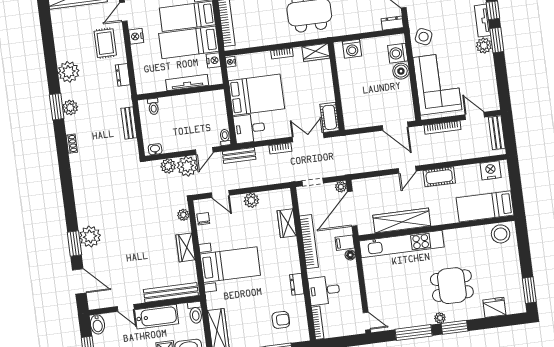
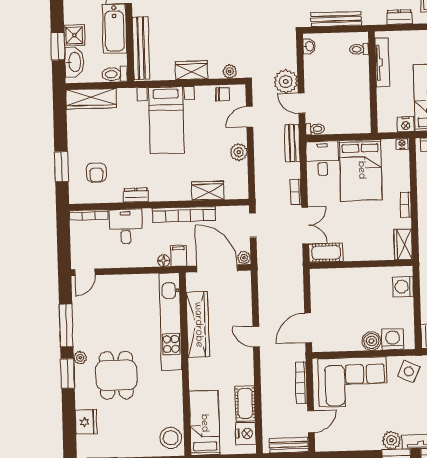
tv unit: (187, 83) -> (382, 62), moved
bench: (129, 123) -> (336, 19), width x1.36
plant: (168, 166) -> (288, 59), removed
cot: (439, 177) -> (245, 403), moved

